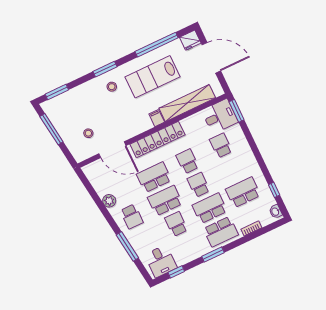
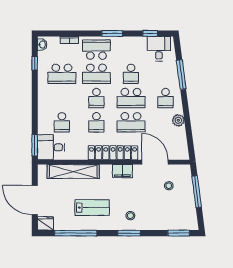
lab bench: (153, 77) -> (92, 208), width x0.73, depth x0.72
filing cabinet: (157, 118) -> (122, 171), moved, width x2.00
window: (51, 129) -> (197, 192), moved
school desk: (132, 216) -> (166, 98), turned 180

